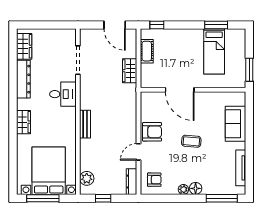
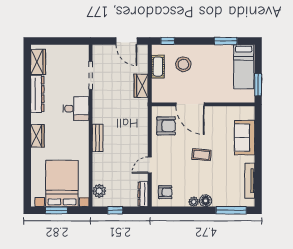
stool: (173, 49) -> (183, 64), added
bed: (214, 51) -> (244, 67), moved
armchair: (152, 132) -> (166, 126), moved
window: (43, 198) -> (56, 210), width x0.69

